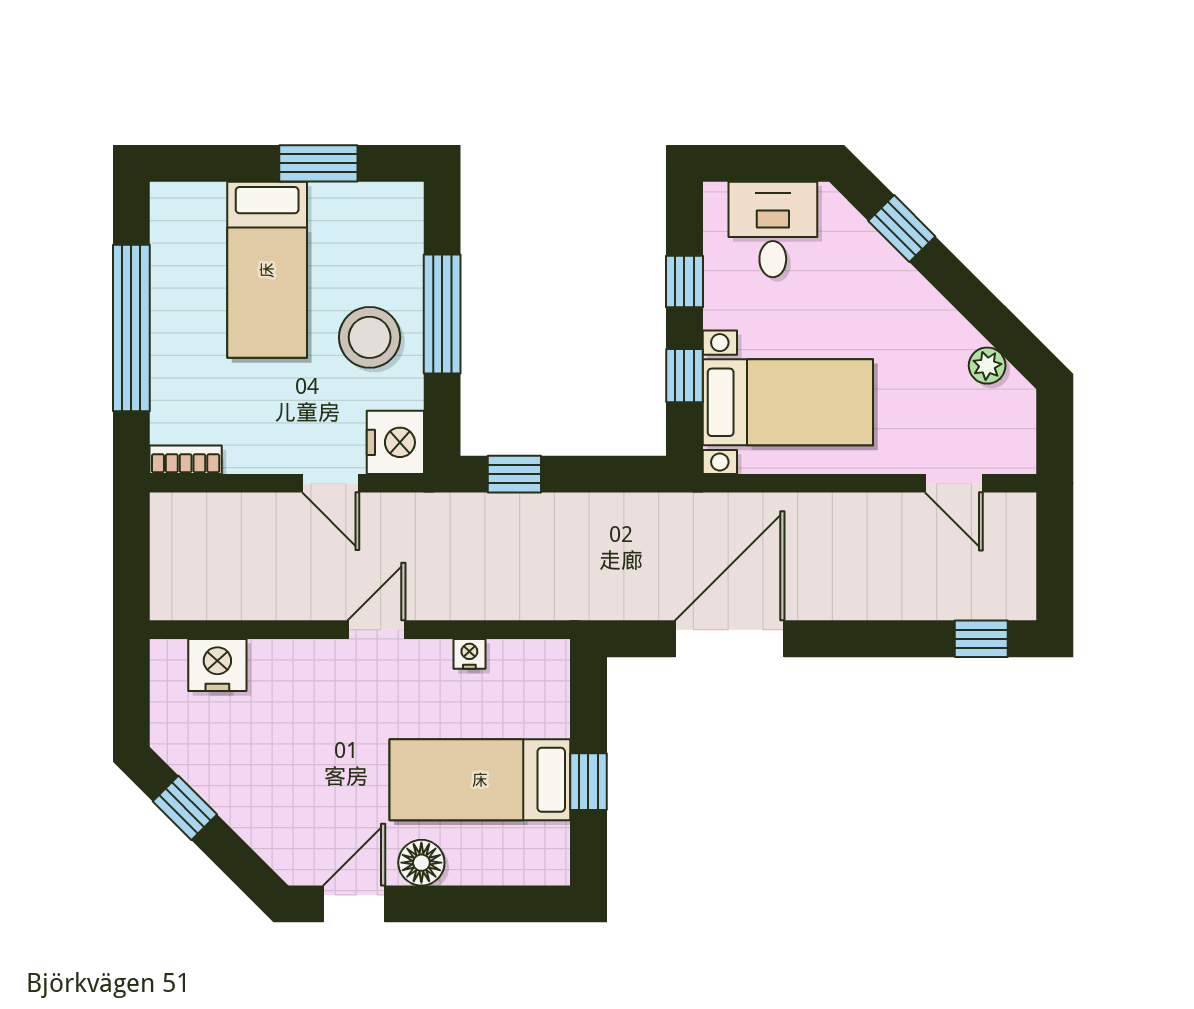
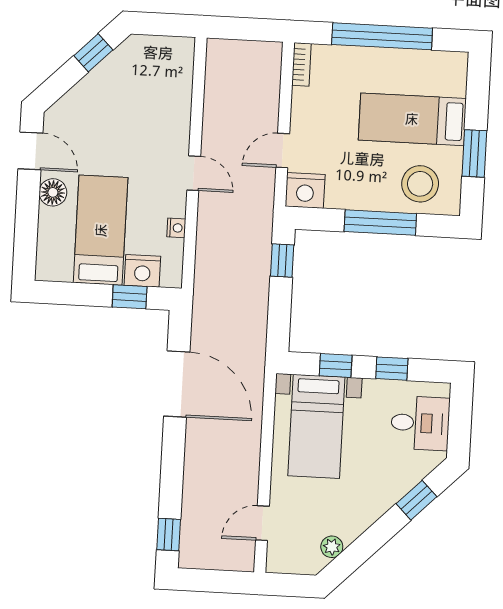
stool: (370, 337) -> (420, 184), moved
nightstand: (217, 665) -> (142, 271), moved, turned 90
window: (588, 782) -> (130, 297), moved

